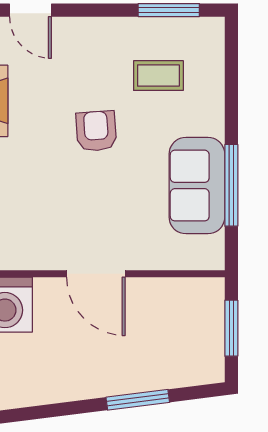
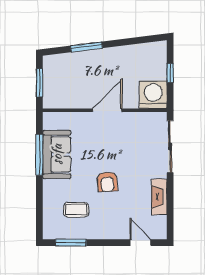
door: (96, 274) -> (107, 110), hinge flipped

